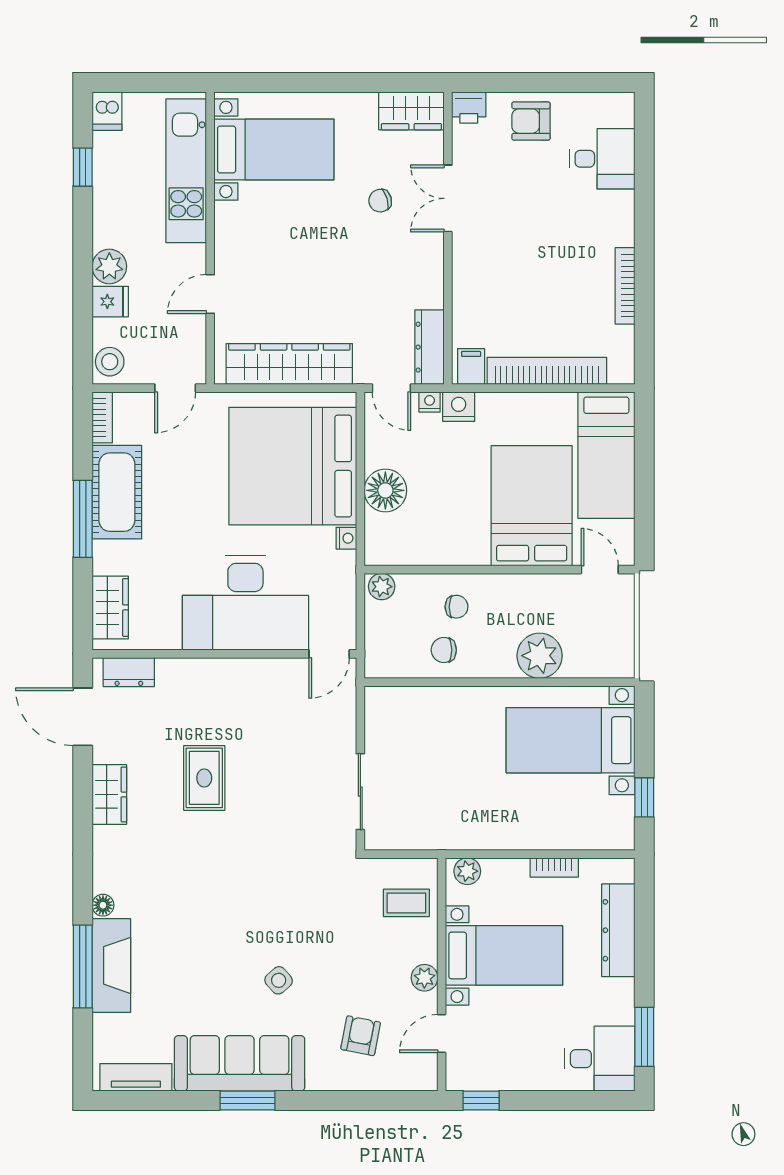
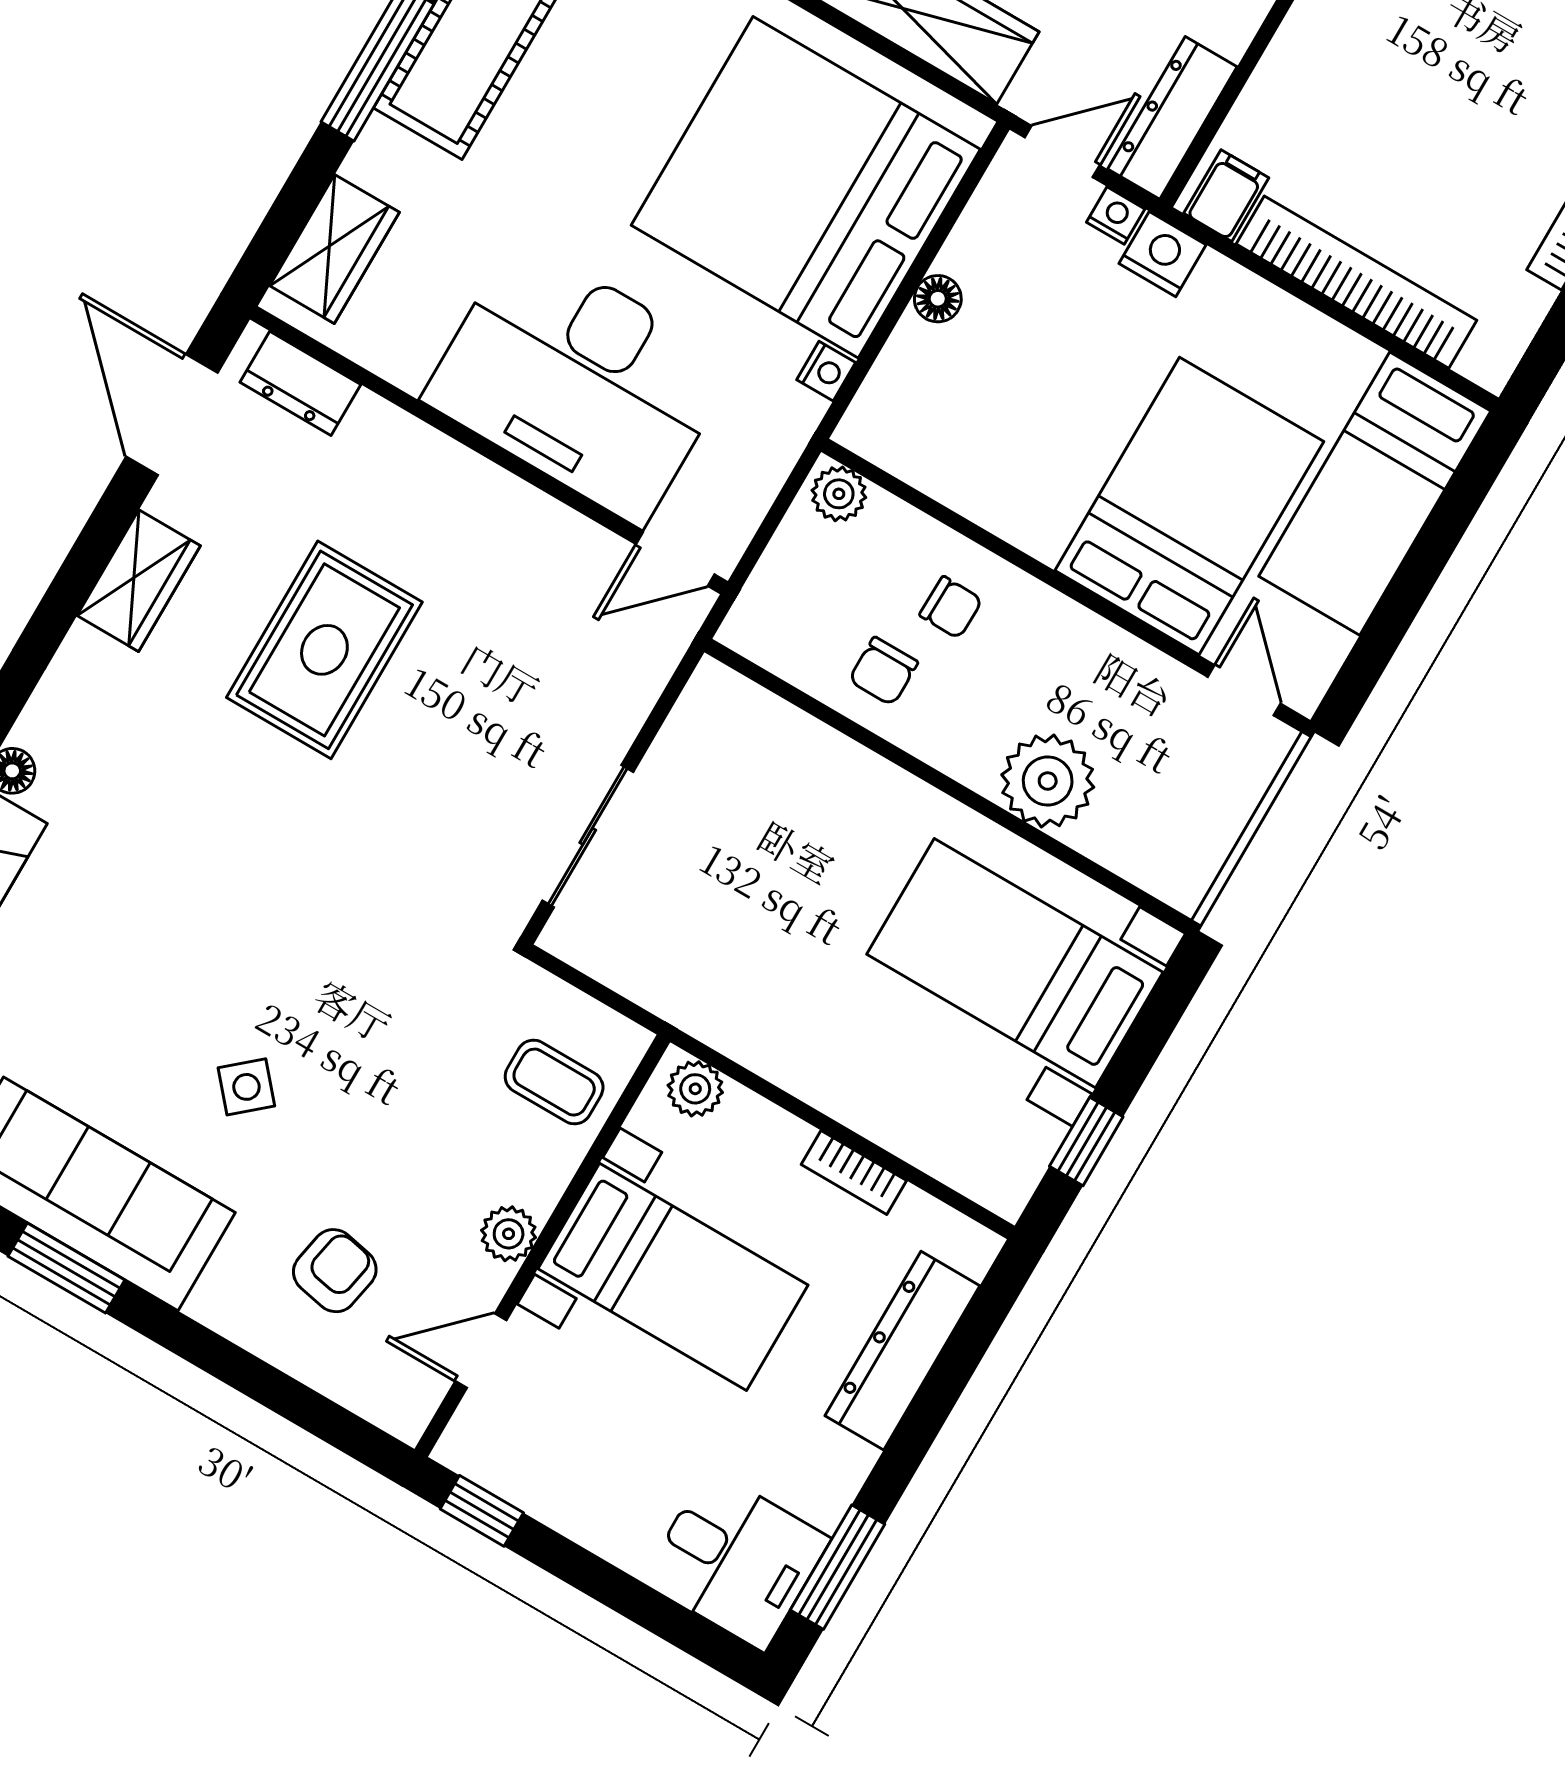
door: (391, 388) -> (1062, 151), swing flipped
floor lamp: (385, 490) -> (938, 299), width x0.53, depth x0.53
chair: (444, 650) -> (883, 671), turned -90
rug: (204, 778) -> (324, 650), width x1.36, depth x1.43

